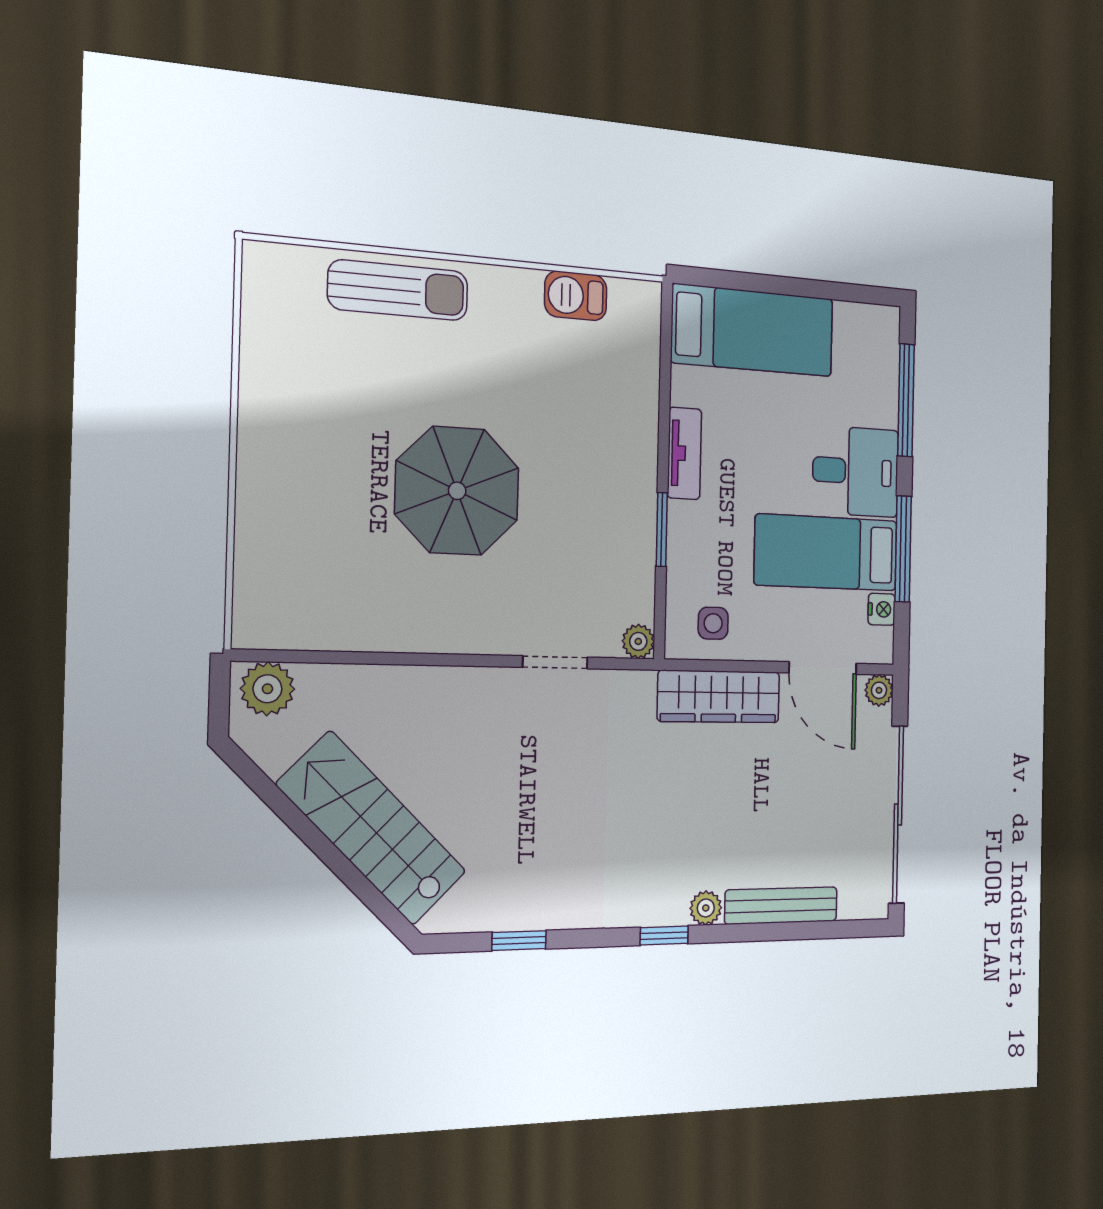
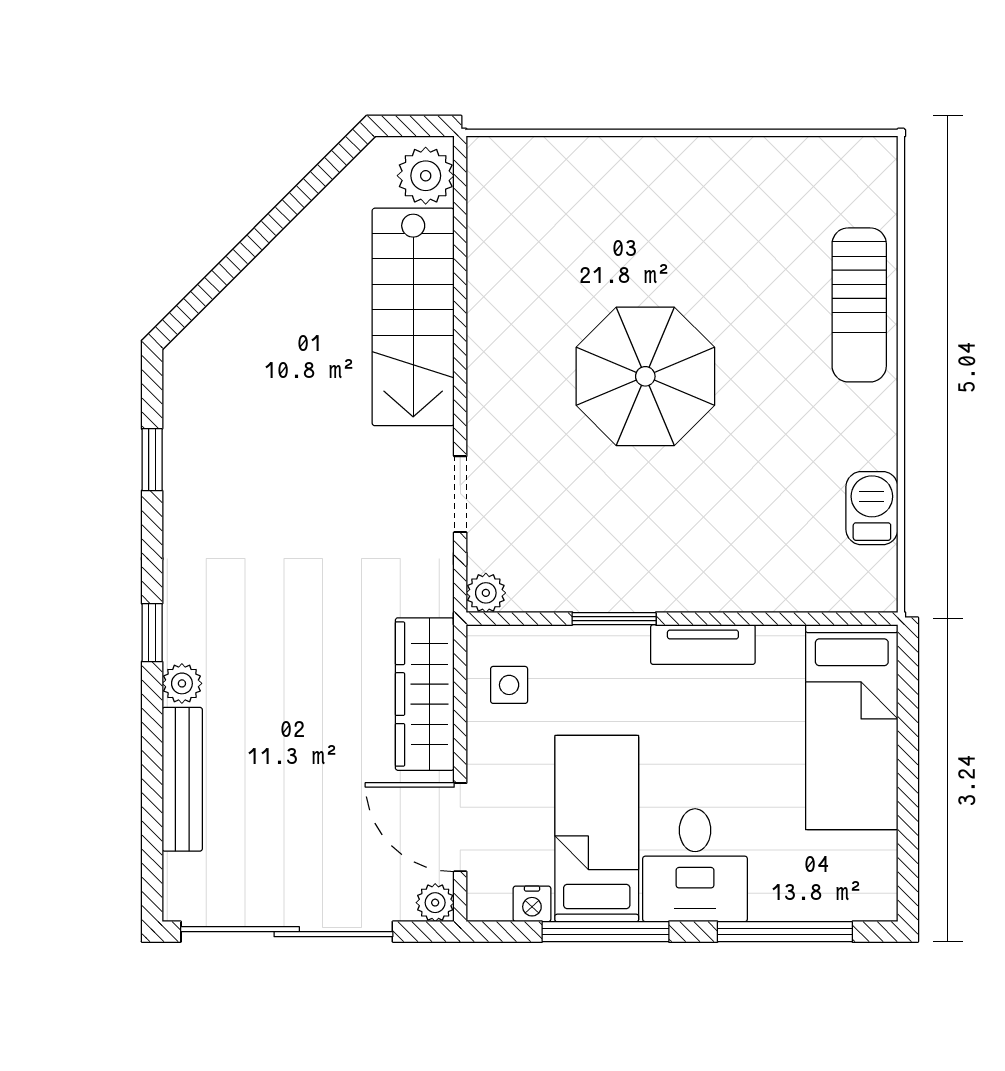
door: (823, 668) -> (460, 827), hinge flipped
stairs: (372, 828) -> (413, 317), moved, turned 135

